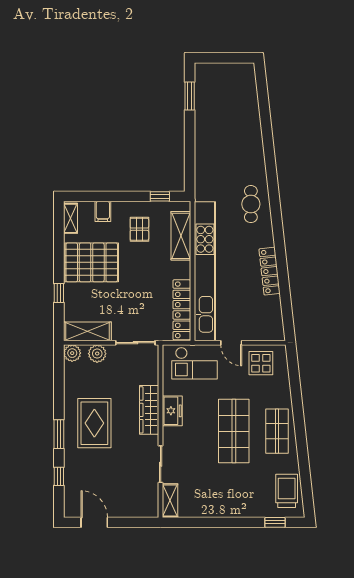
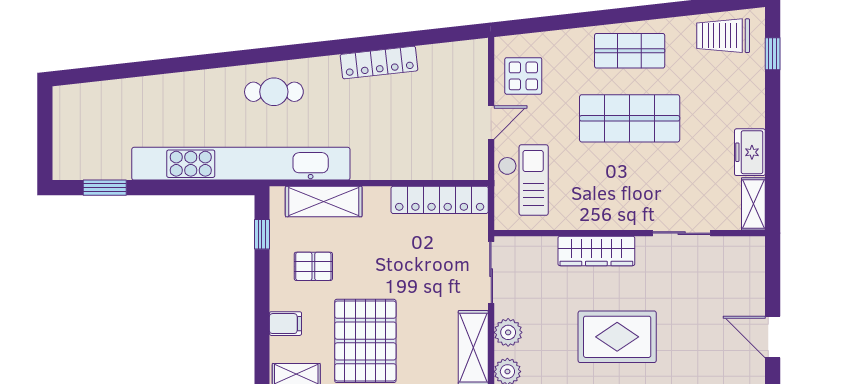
kitchen unit: (205, 271) -> (241, 164), moved
freezer: (172, 411) -> (750, 152), moved, turned -90
shelving: (170, 500) -> (753, 204), moved, turned 90
door: (94, 522) -> (773, 337), hinge flipped

